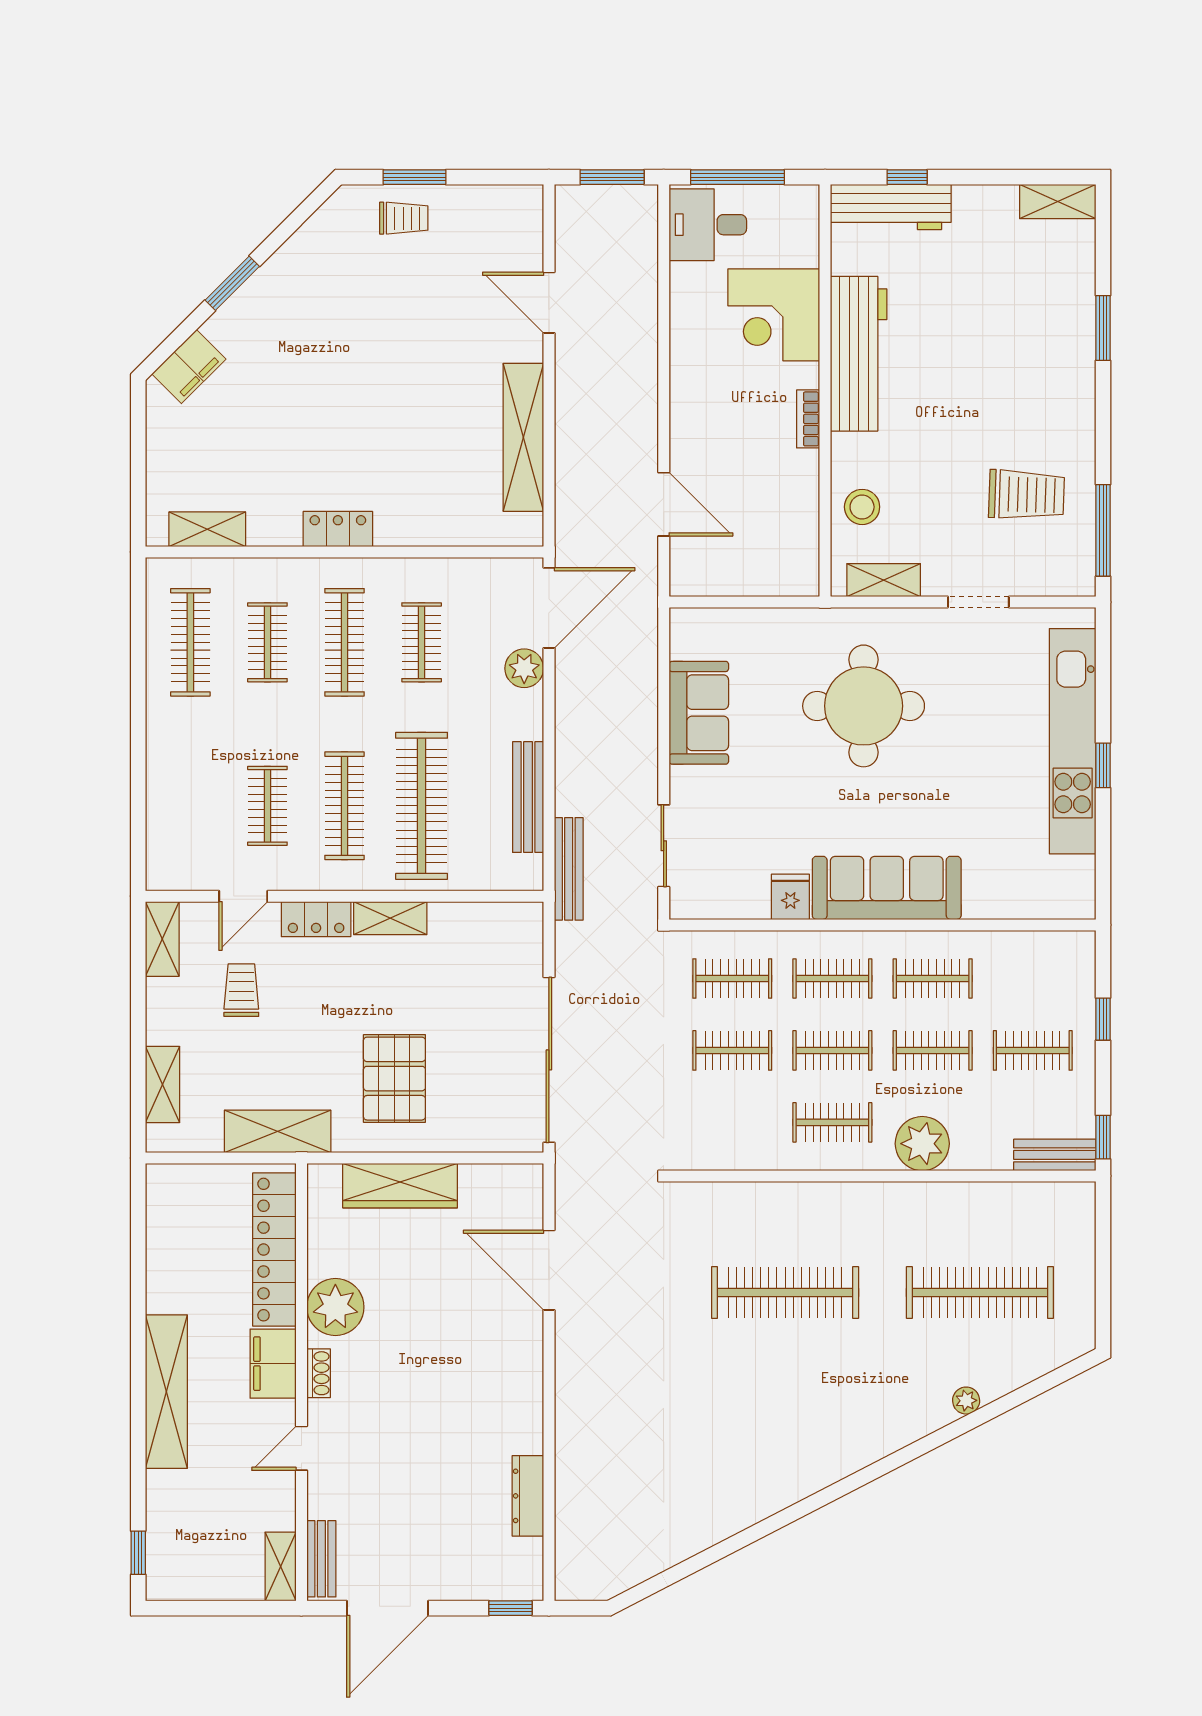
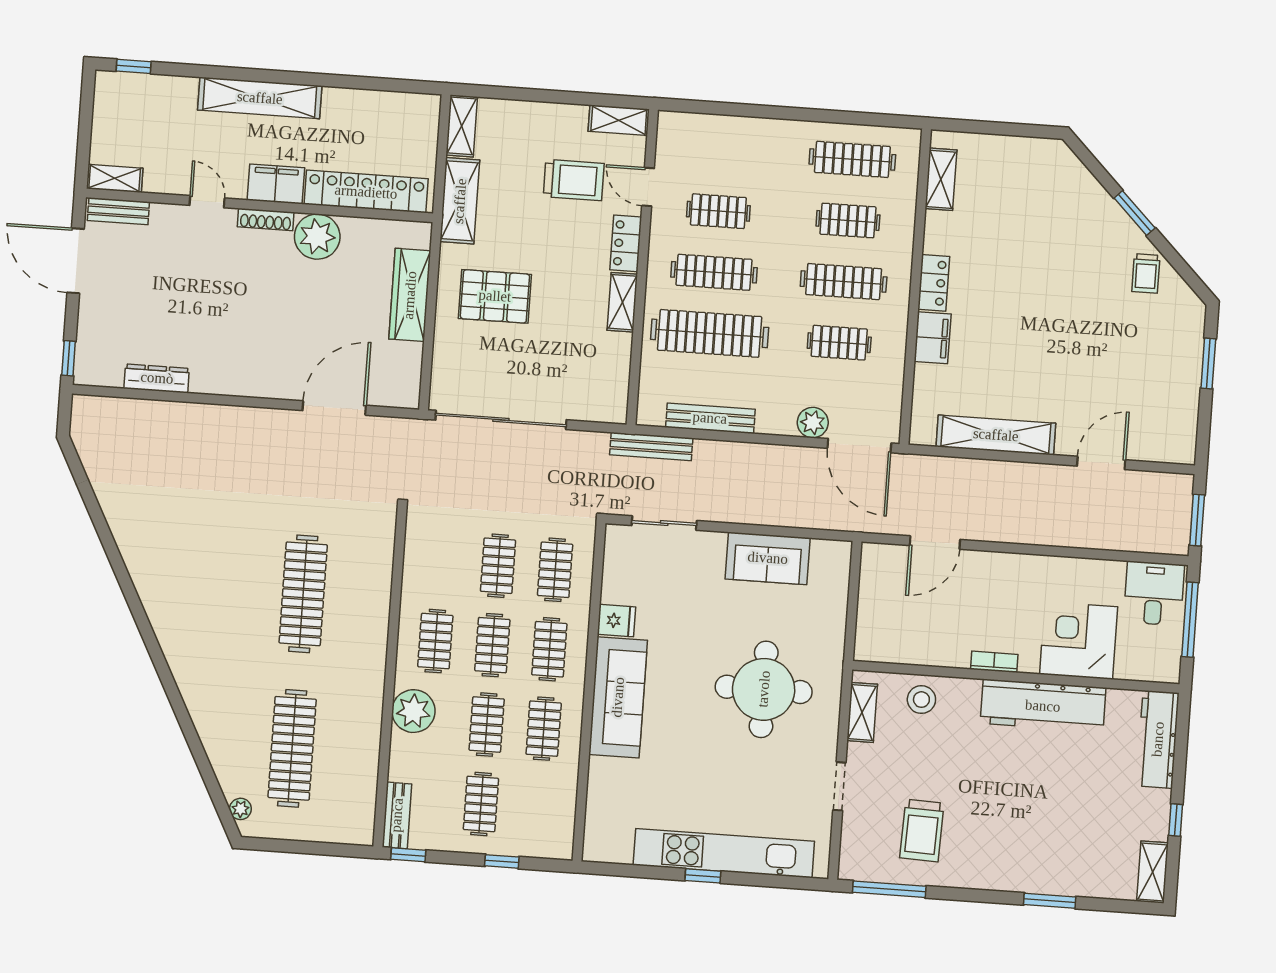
window: (907, 177) -> (1176, 820), moved
trolley: (404, 218) -> (1146, 273), moved
filing cabinet: (189, 366) -> (933, 338), moved, turned -135
trolley: (241, 990) -> (574, 180), width x1.36, depth x1.39
shelving: (163, 1084) -> (462, 126), moved, turned 90
shoe rack: (319, 1373) -> (266, 220), width x1.43
plant: (966, 1401) -> (240, 809), moved

